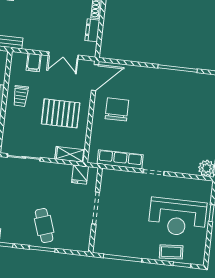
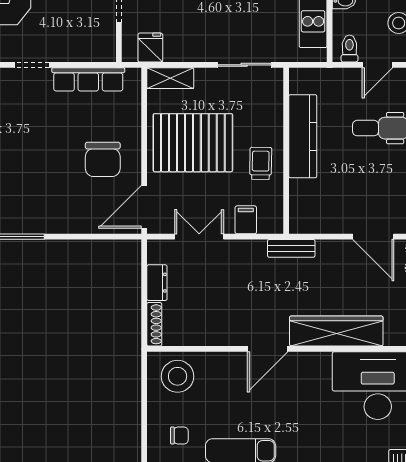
pallet: (61, 113) -> (193, 143), width x1.37, depth x1.41

